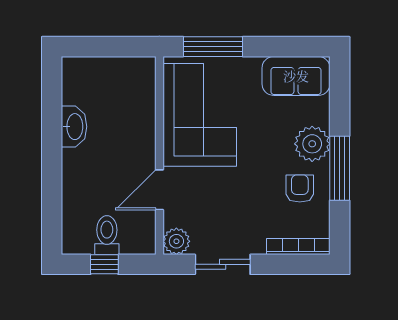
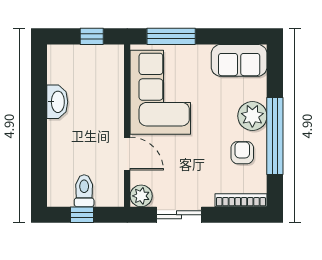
window: (116, 47) -> (92, 36), added
window: (340, 168) -> (275, 136), width x1.46
door: (159, 190) -> (127, 154), swing flipped

